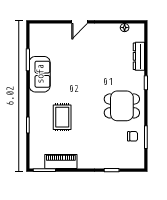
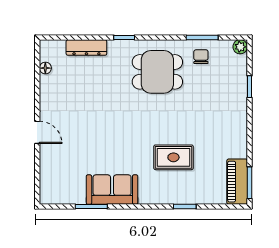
dining table: (122, 106) -> (157, 72), turned 90
piano: (61, 162) -> (237, 182), moved
plant: (139, 164) -> (240, 47), added

